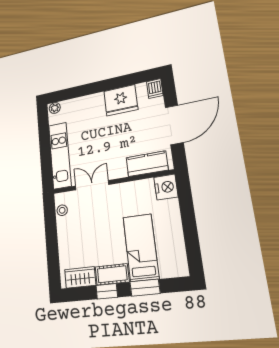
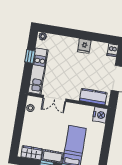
fridge: (121, 100) -> (84, 46), width x0.53, depth x0.75
window: (45, 140) -> (30, 56), added
double door: (92, 185) -> (55, 98), swing flipped

